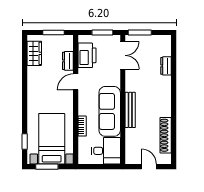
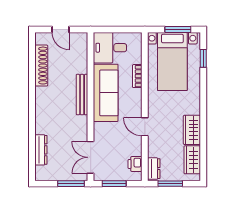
printer: (87, 55) -> (135, 164), width x0.53, depth x0.68
dresser: (68, 61) -> (154, 169), moved
dresser: (166, 66) -> (41, 150), width x1.44
wardrobe: (35, 79) -> (192, 130), added
door: (76, 82) -> (145, 127), swing flipped

